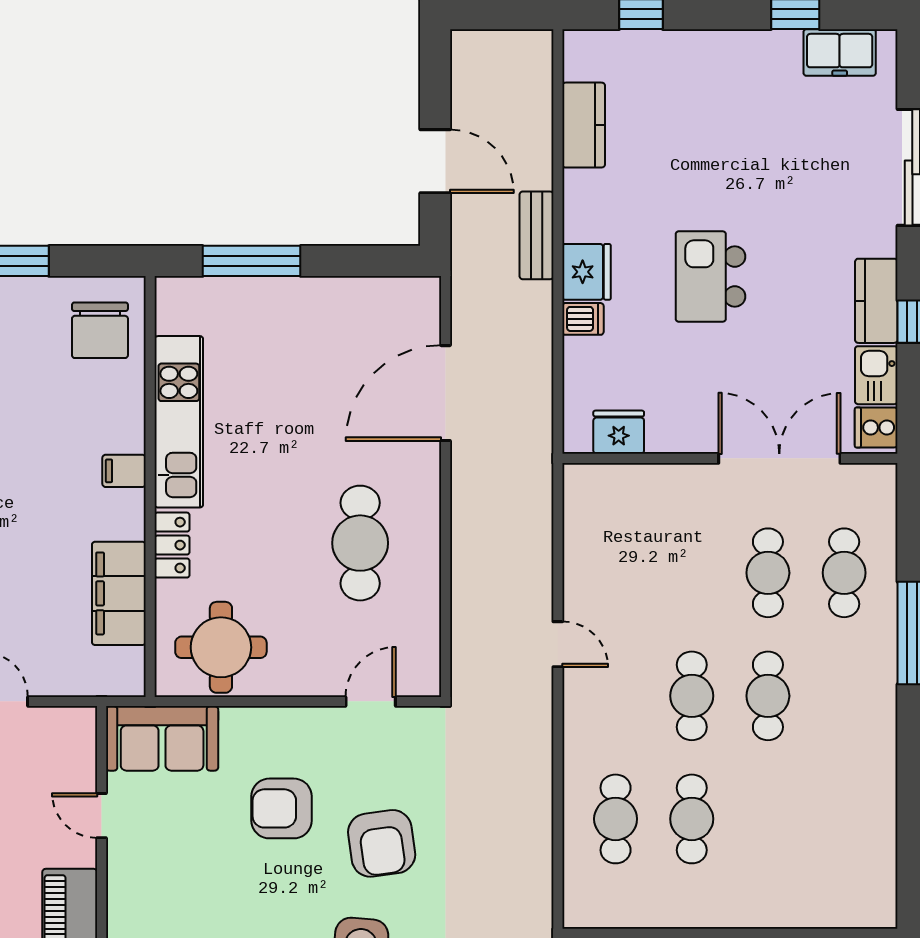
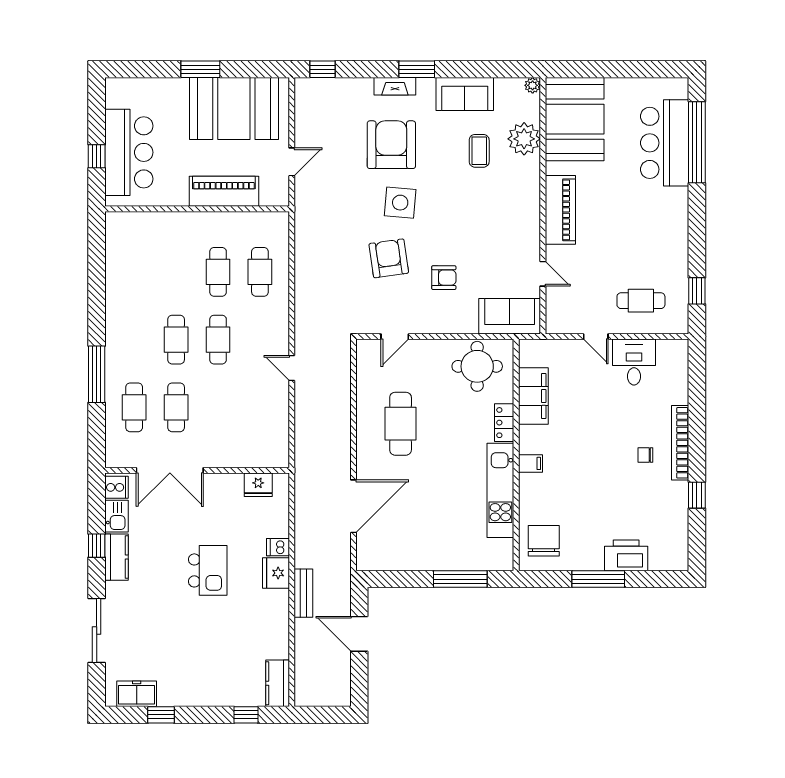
kitchen counter: (584, 125) -> (278, 683), moved
armchair: (282, 808) -> (444, 278), width x0.72, depth x0.72

